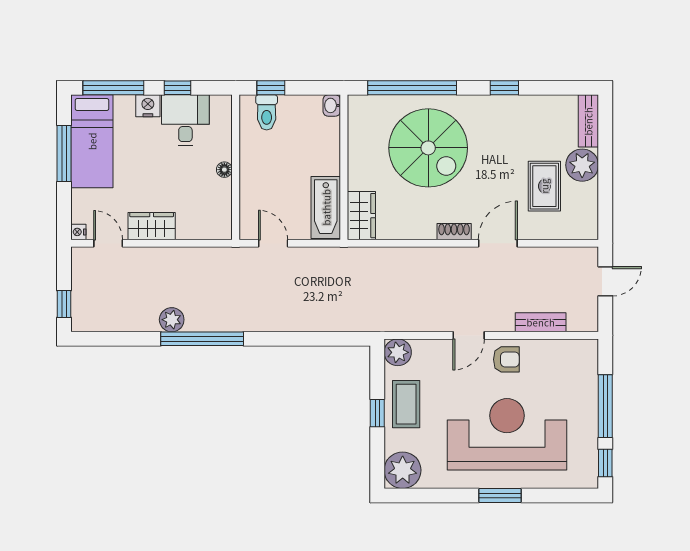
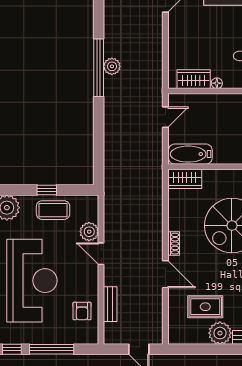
wardrobe: (152, 226) -> (194, 79), moved, turned -90
plant: (172, 320) -> (112, 66), moved
plant: (398, 352) -> (89, 232), moved
armchair: (506, 359) -> (82, 311), moved

